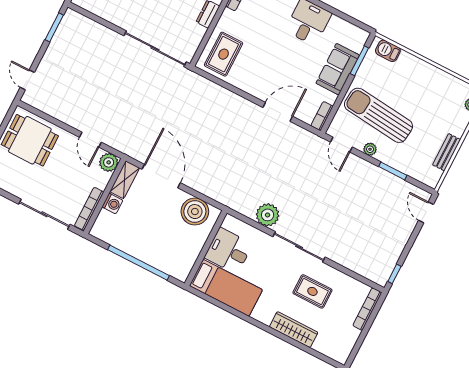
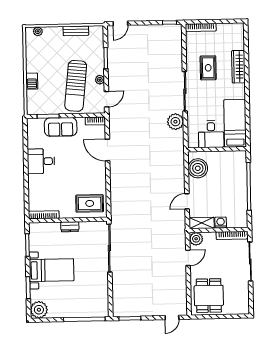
barbecue: (388, 51) -> (32, 81), moved
door: (161, 176) -> (187, 201), width x0.53

